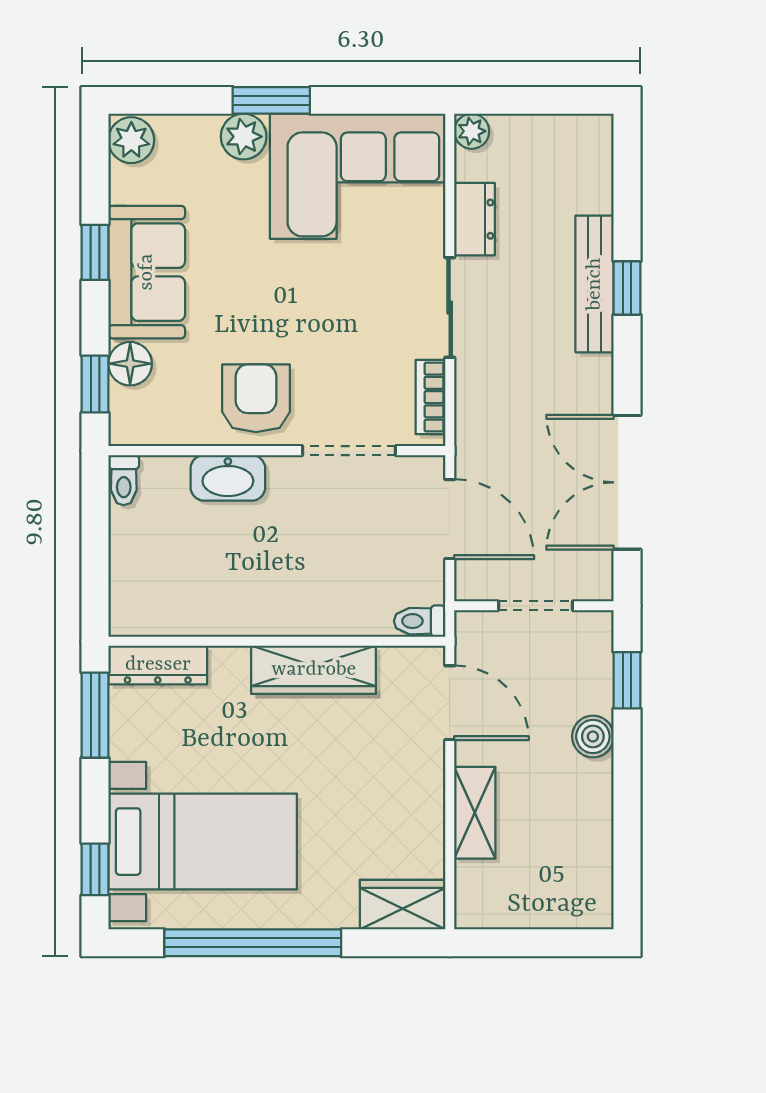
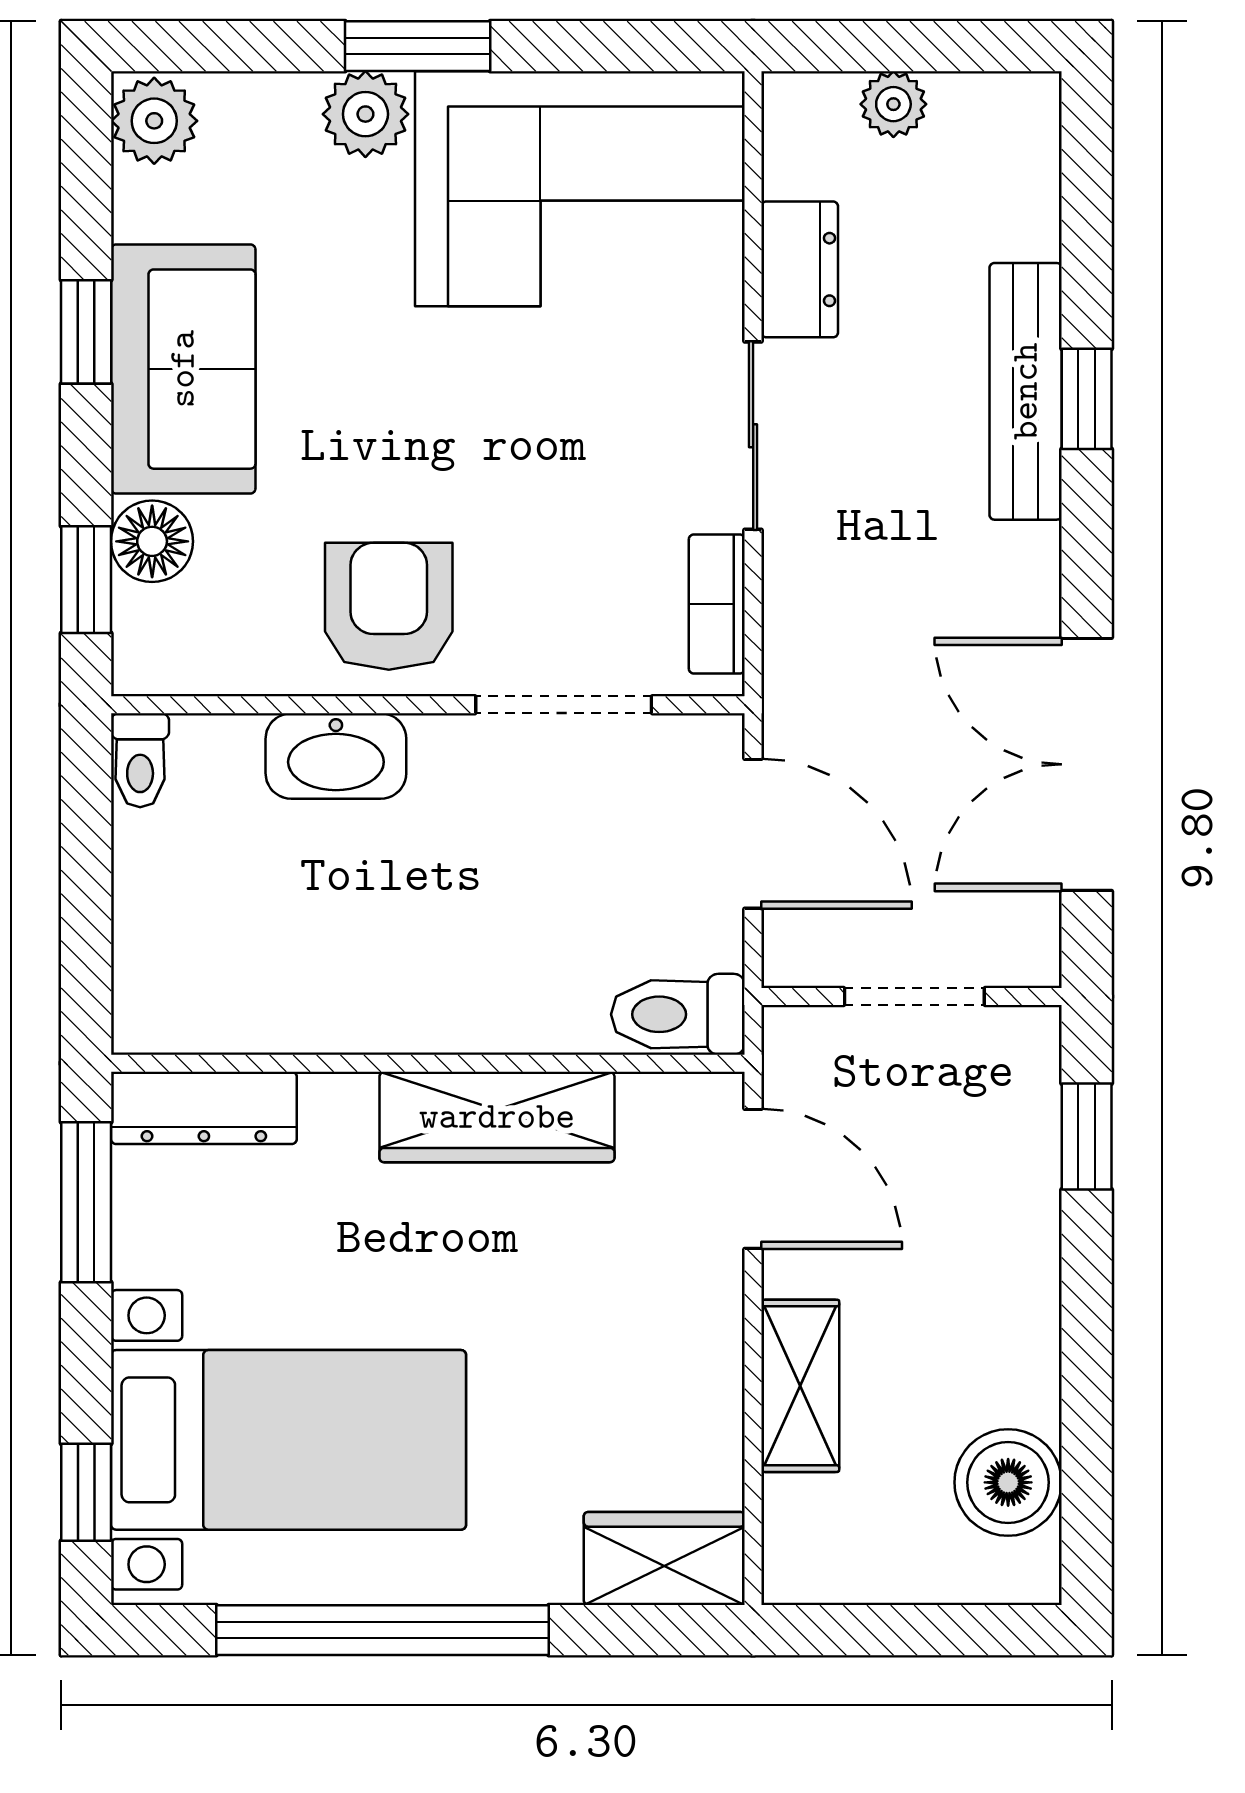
plant: (472, 131) -> (893, 104), moved
toilet: (420, 621) -> (678, 1014), width x1.37, depth x1.39
boiler: (593, 736) -> (1008, 1482), moved, width x1.36, depth x1.36

